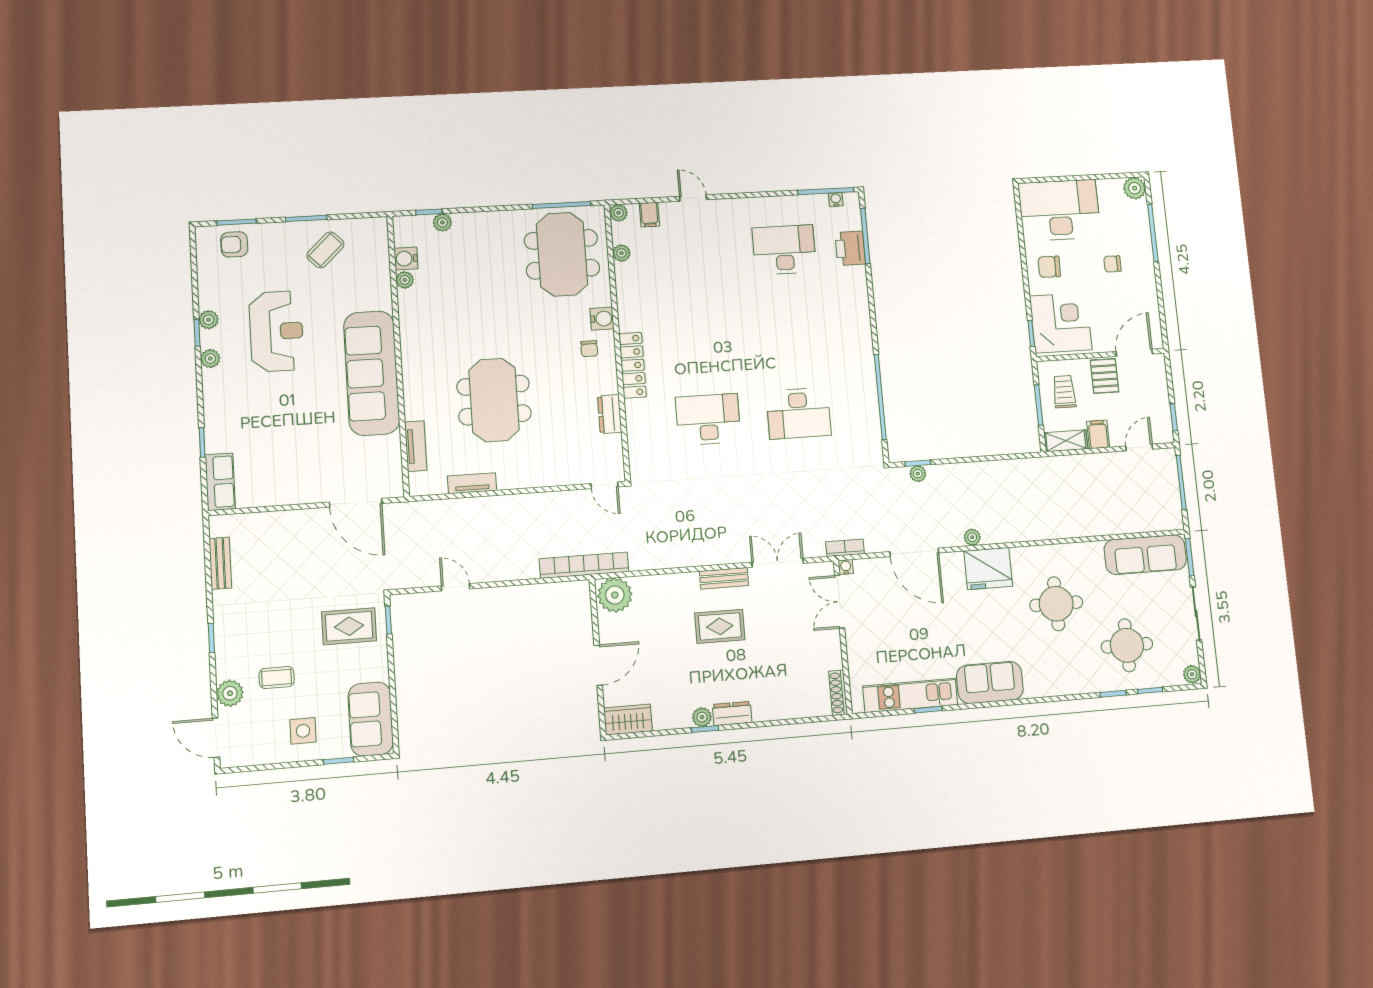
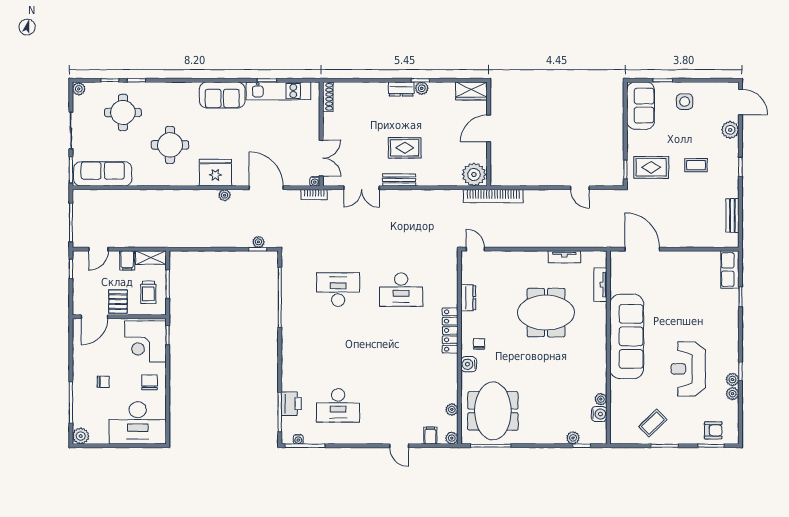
chair: (1049, 267) -> (150, 382), turned -91
plant: (210, 359) -> (733, 394), moved
meeting table: (494, 400) -> (546, 313), turned 90
coffee table: (277, 678) -> (696, 165), moved

